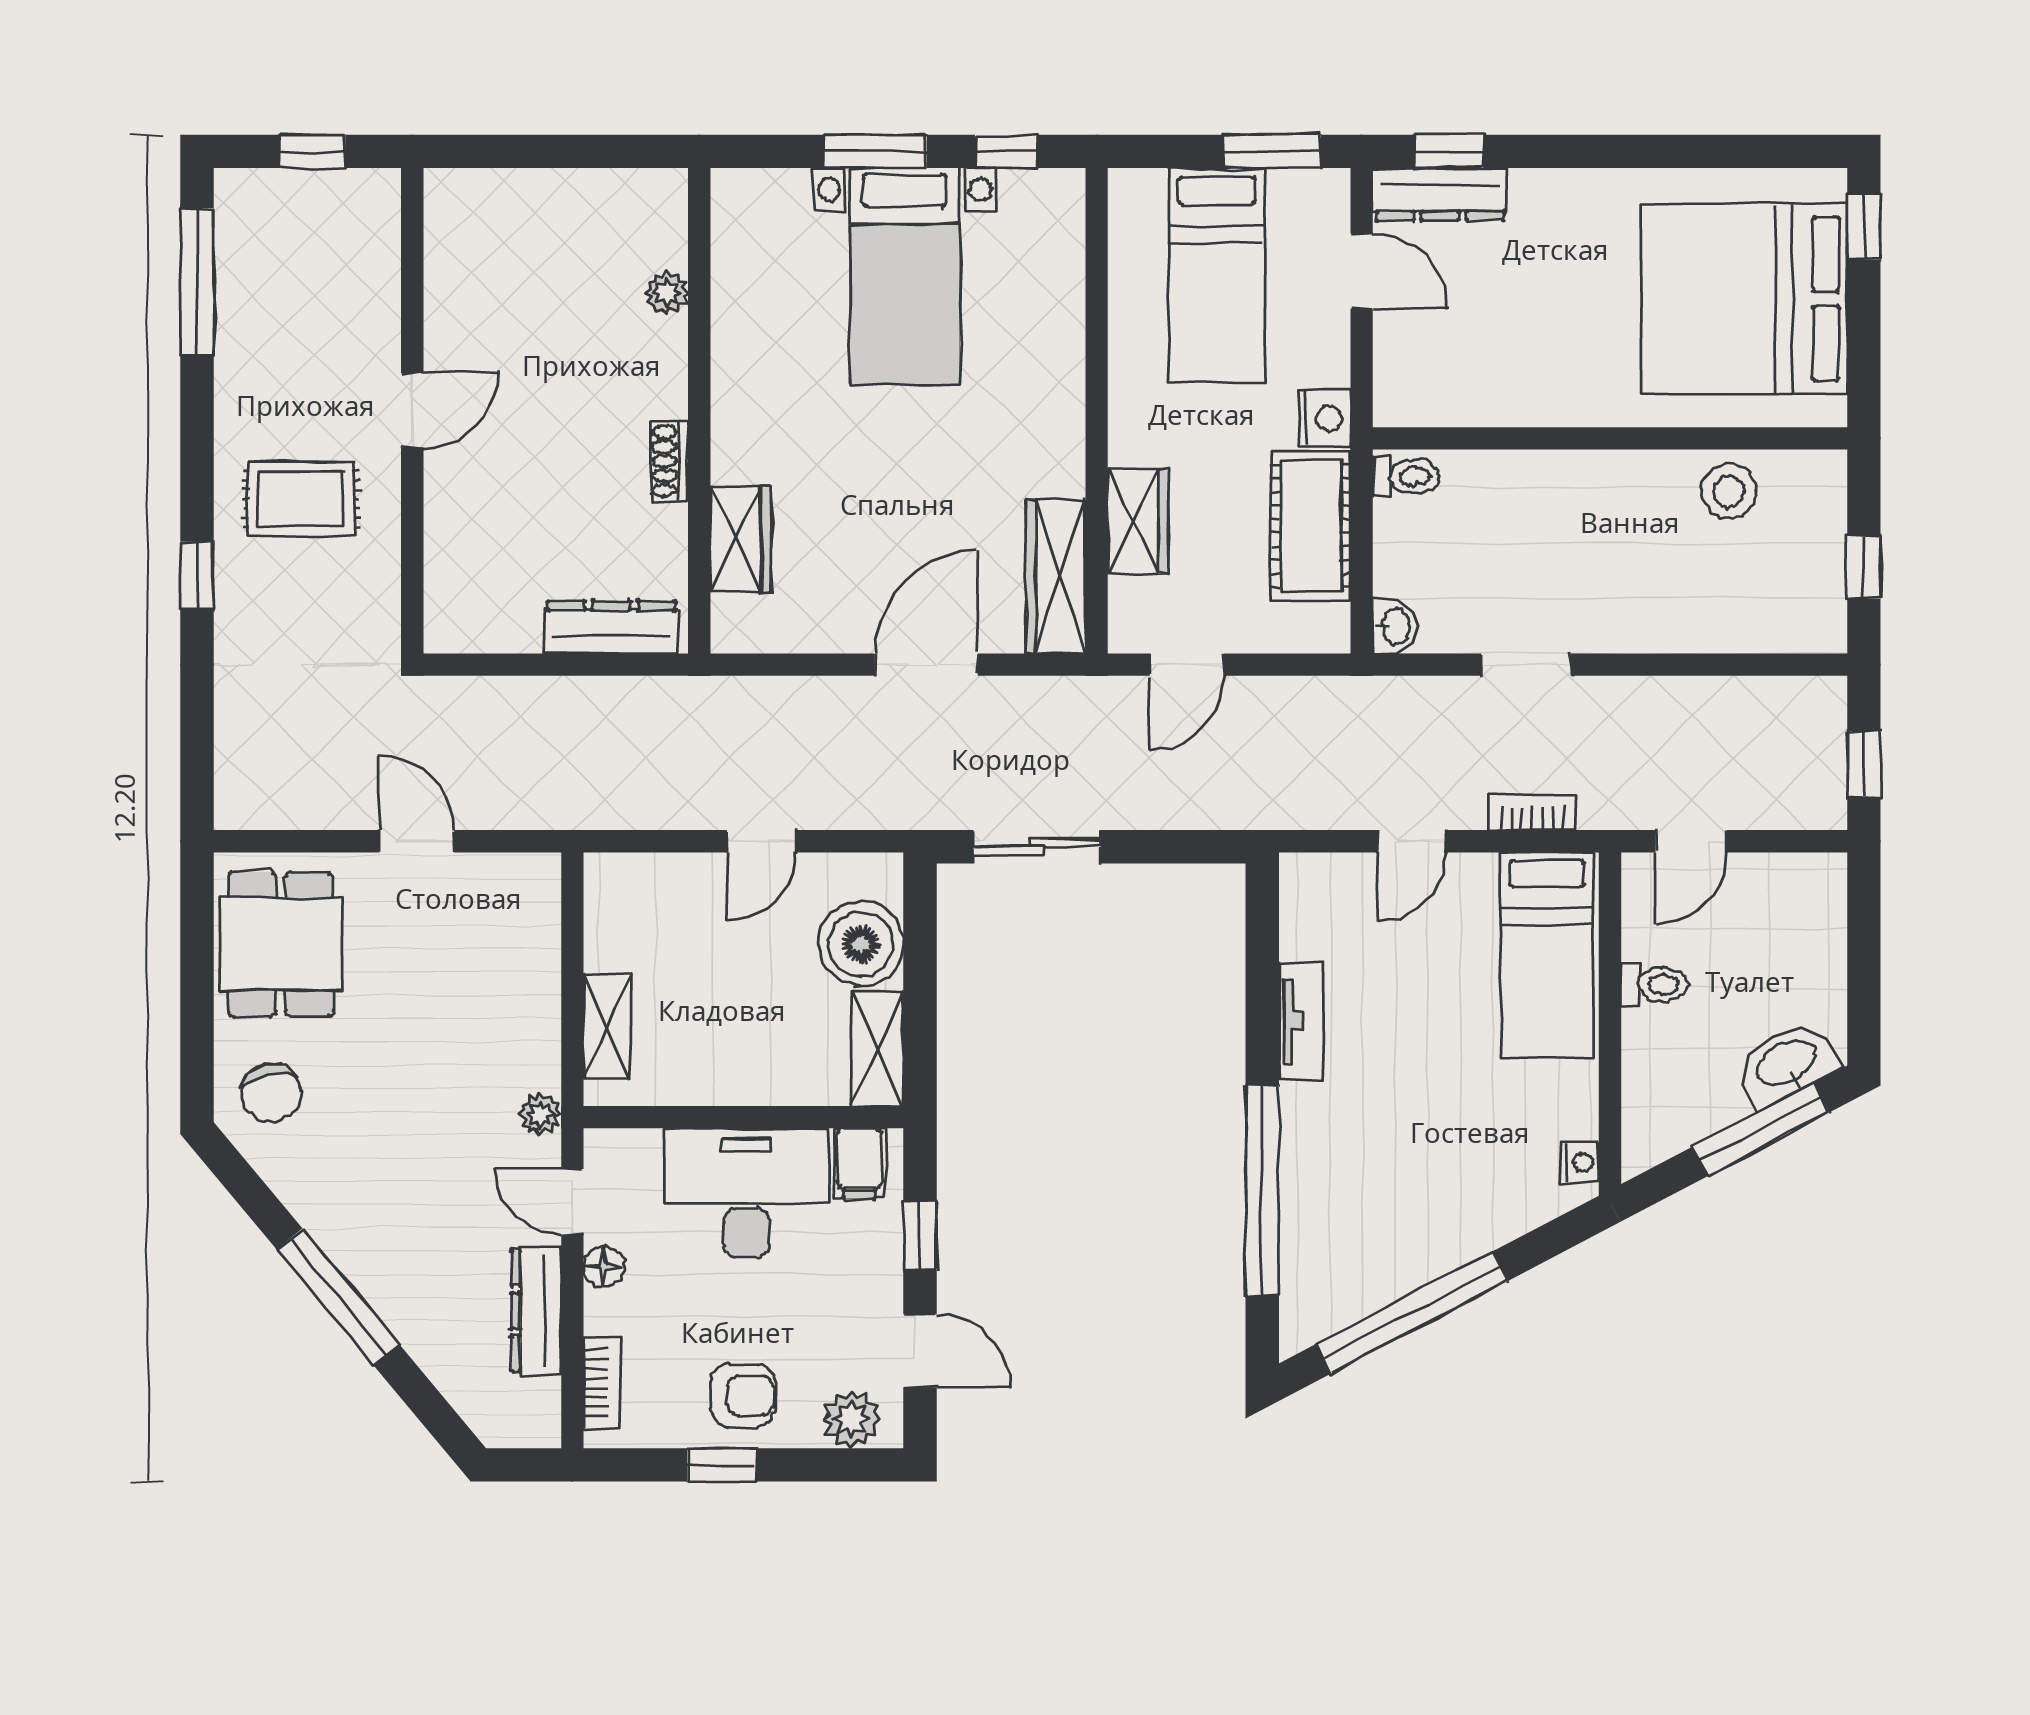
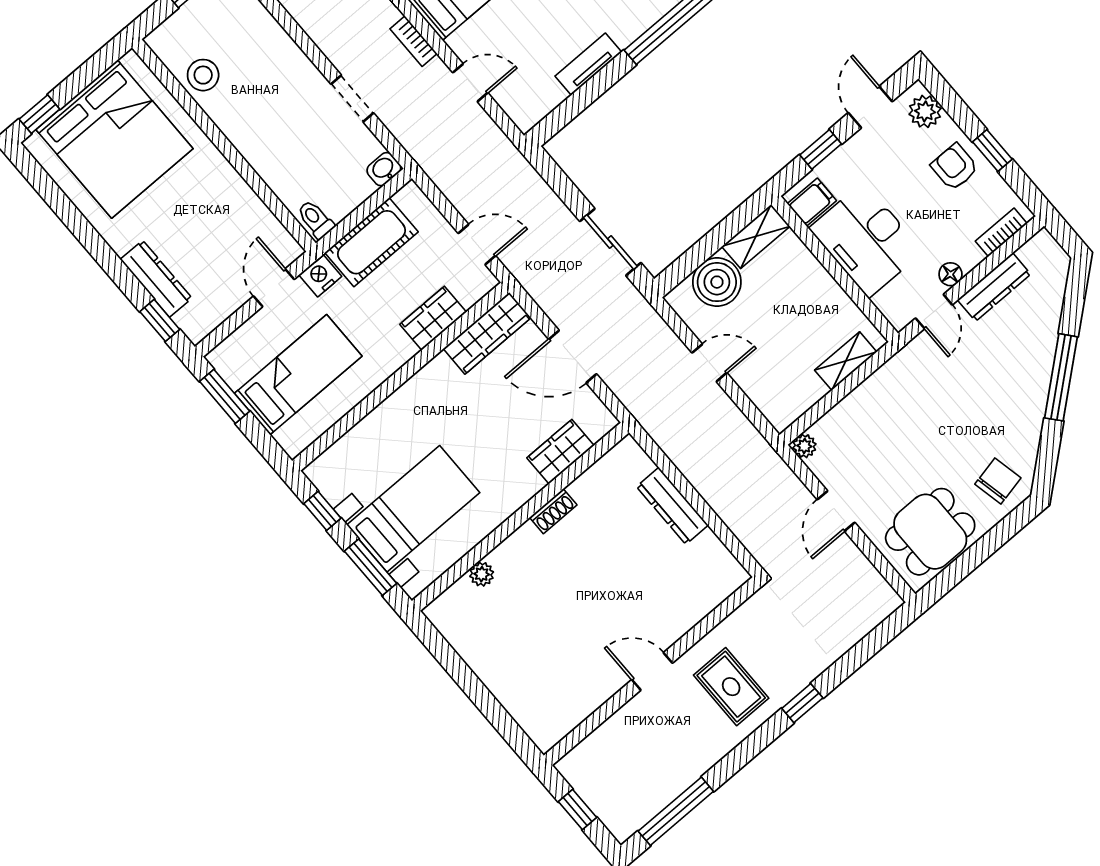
dresser: (1440, 194) -> (156, 279), moved
door: (1362, 271) -> (274, 288), moved
plant: (667, 293) -> (482, 574), moved
wall: (699, 411) -> (520, 517), moved
shoe rack: (669, 461) -> (553, 511), moved
wardrobe: (741, 539) -> (560, 452), moved
plant: (540, 1114) -> (804, 446), moved

